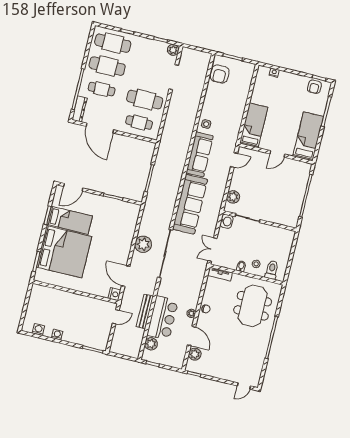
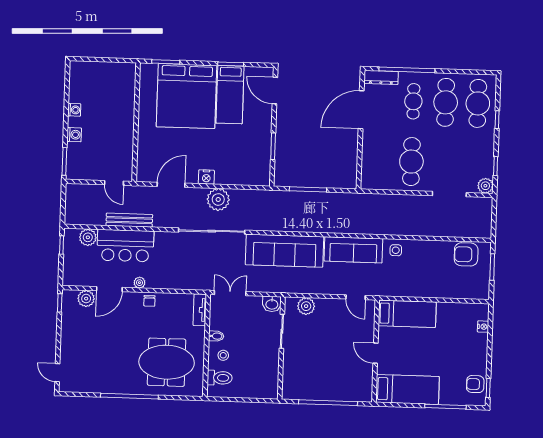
cafe table: (139, 123) -> (379, 160), removed
nightstand: (114, 294) -> (206, 177), moved
washing machine: (38, 330) -> (74, 135), moved

